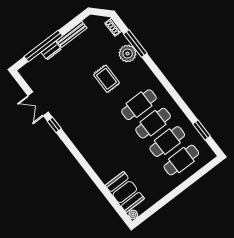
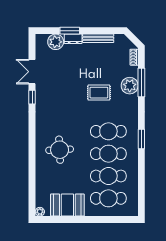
window: (43, 46) -> (70, 31), width x0.47
plant: (39, 64) -> (56, 42), added
rug: (107, 79) -> (99, 93), turned 90
window: (202, 130) -> (141, 139), moved
round table: (110, 151) -> (60, 150), added
booth: (125, 192) -> (67, 205), moved, turned 90

